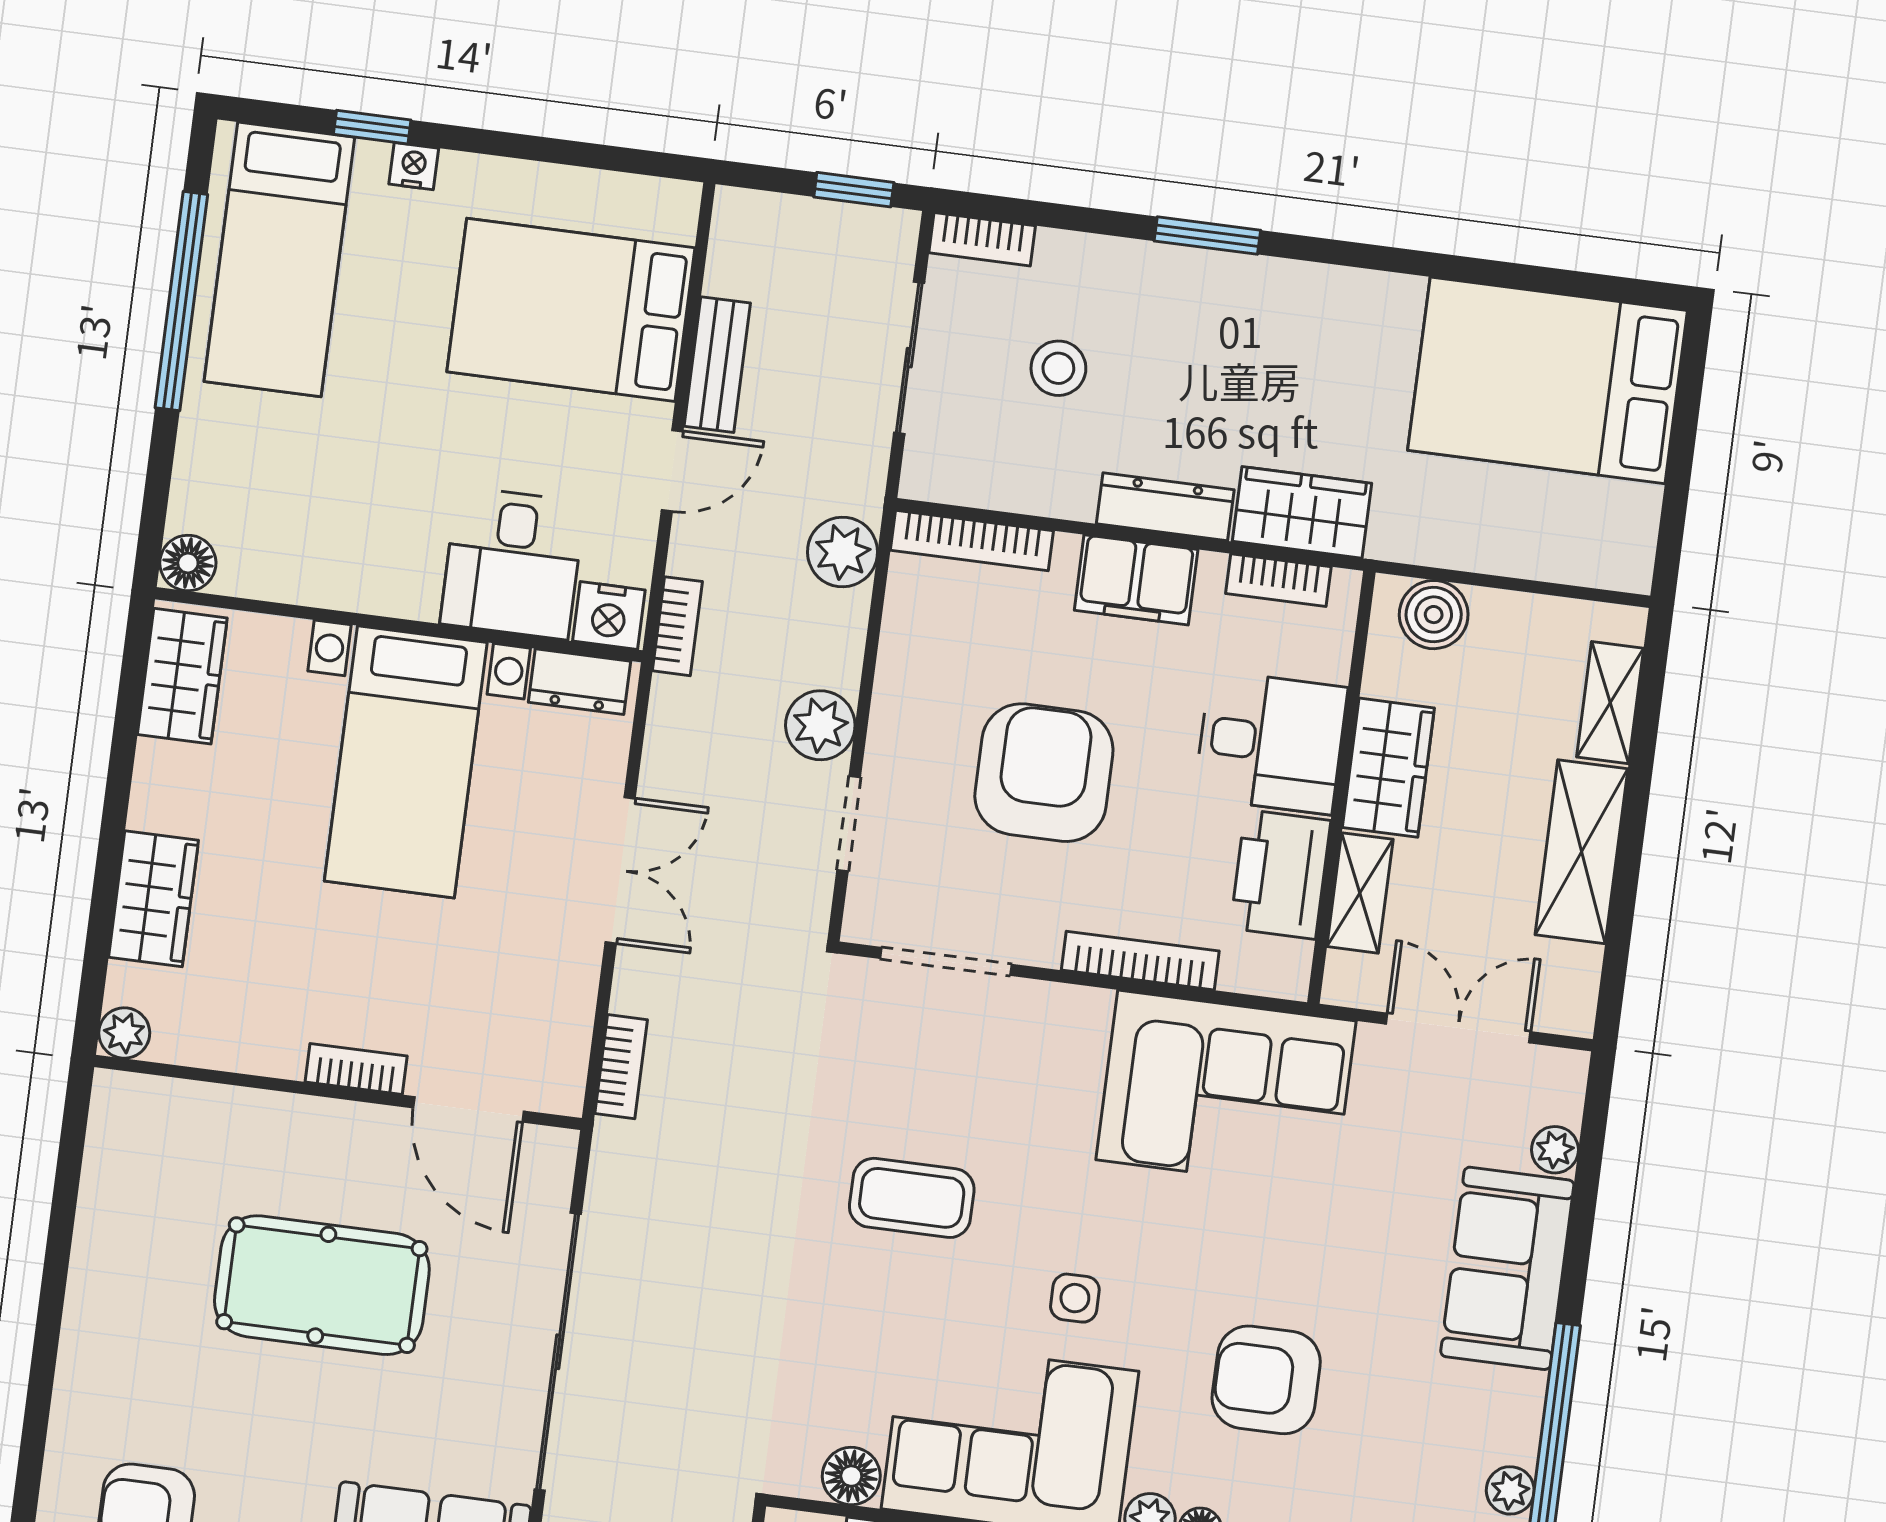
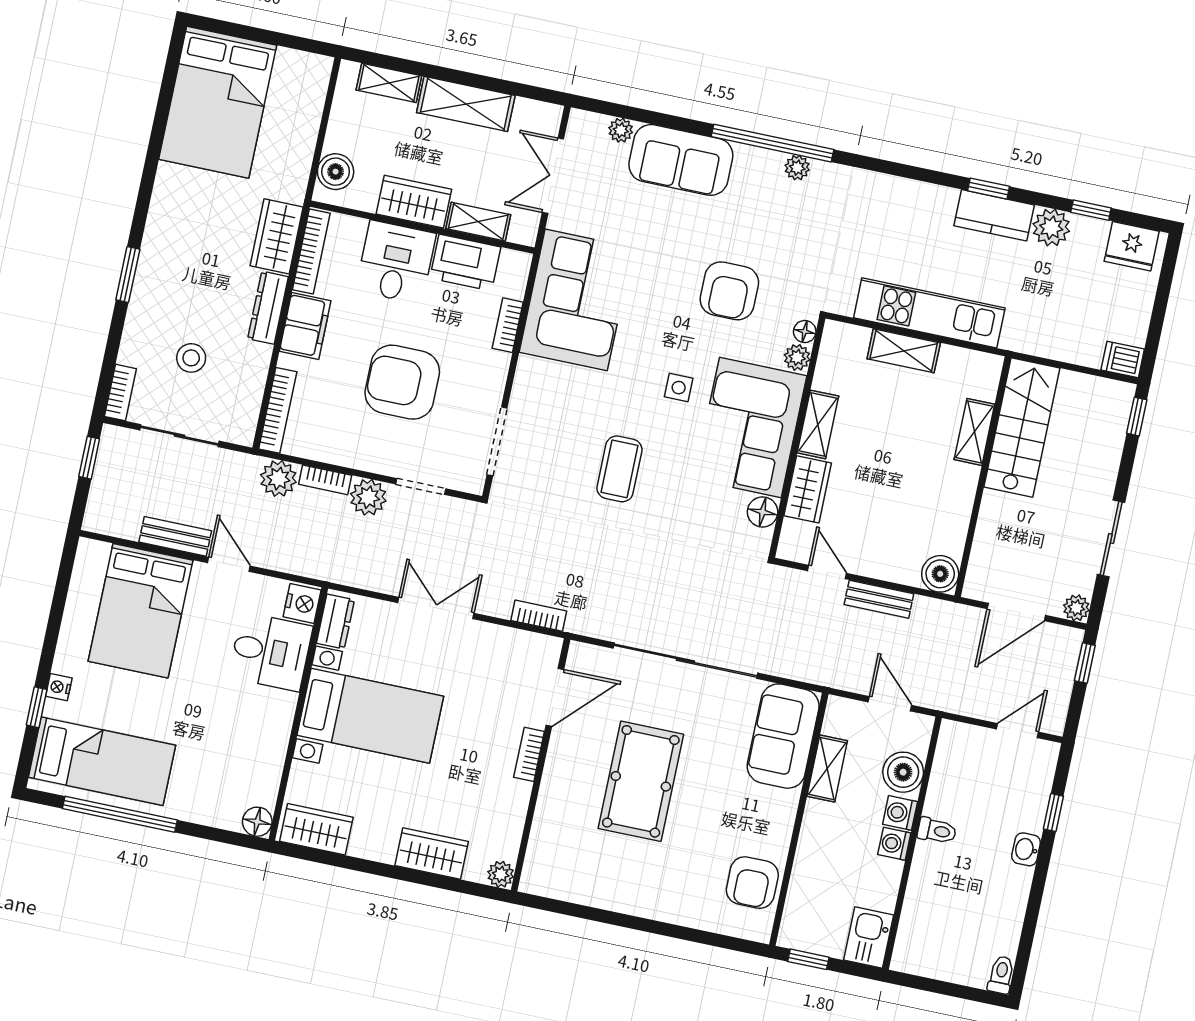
bookcase: (1278, 580) -> (311, 251), width x1.56
bookcase: (677, 626) -> (325, 480), moved, turned 180
bookcase: (1140, 961) -> (508, 325), width x0.64

